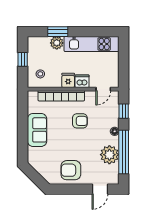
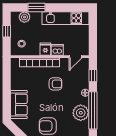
plant: (57, 43) -> (24, 17), moved
sofa: (37, 130) -> (19, 104), moved

